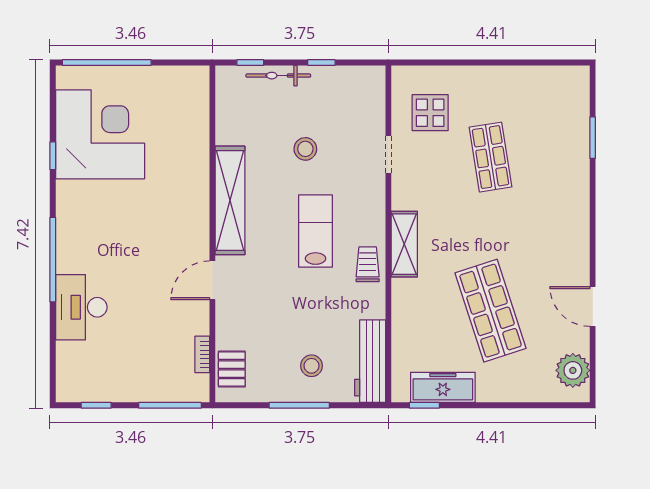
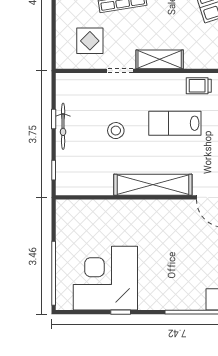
bicycle: (278, 76) -> (63, 126), moved
shelving: (404, 244) -> (160, 59), moved

